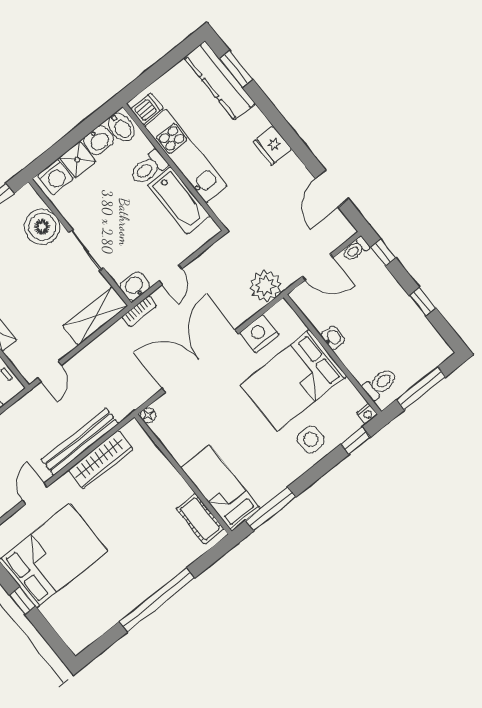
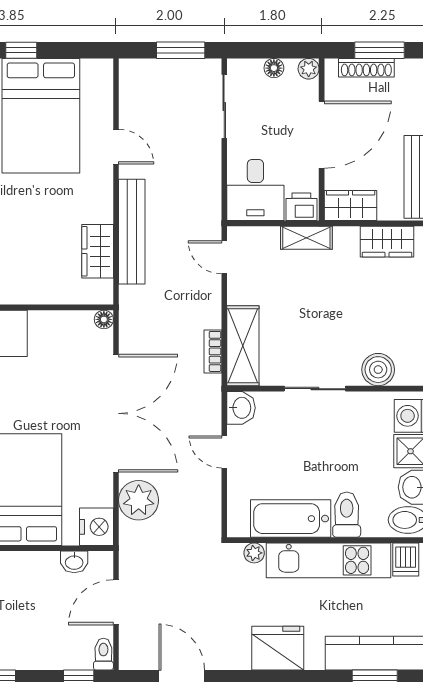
fridge: (272, 146) -> (278, 648), width x1.36, depth x1.34
plant: (218, 206) -> (254, 553), added
boiler: (42, 227) -> (378, 370), width x0.73, depth x0.73
plant: (265, 286) -> (139, 500), moved
bookcase: (139, 311) -> (213, 351), moved
nightstand: (259, 334) -> (96, 527), moved
washbasin: (333, 338) -> (74, 562), moved
wardrobe: (101, 460) -> (98, 251), width x0.67

